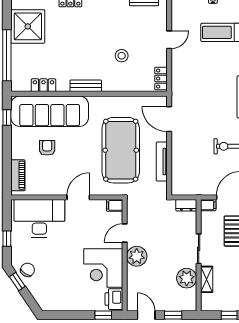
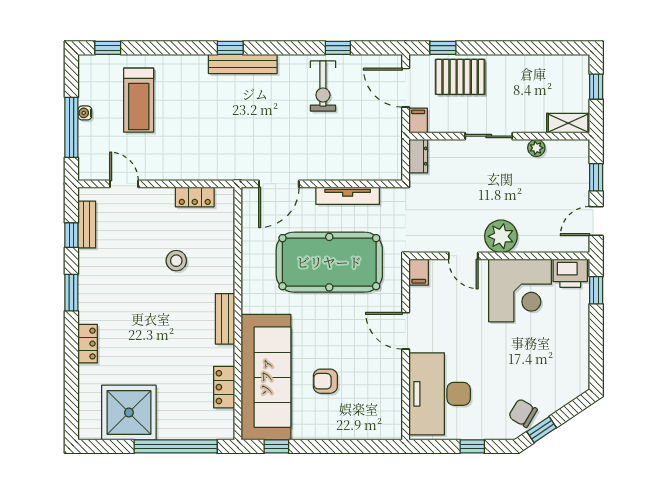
door: (169, 40) -> (124, 184), moved
locker: (161, 79) -> (195, 197), moved
piano: (18, 175) -> (370, 429), removed
plant: (187, 278) -> (536, 148), width x0.53, depth x0.53
shelving: (207, 279) -> (568, 123), moved

